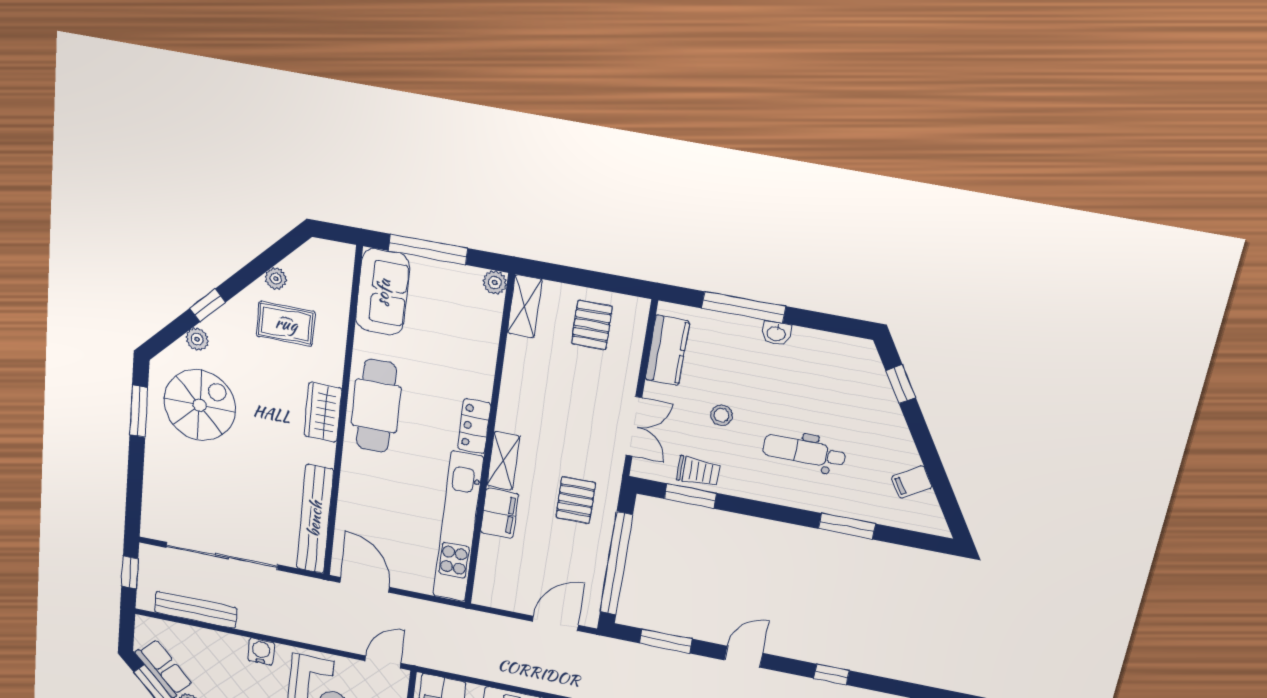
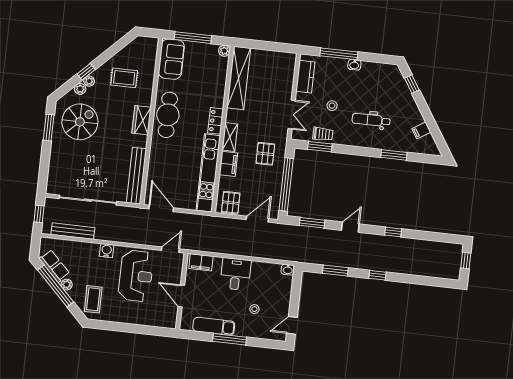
plant: (276, 279) -> (89, 81), moved
shelving: (525, 306) -> (239, 78), width x2.20, depth x1.33
pallet: (592, 325) -> (231, 203), moved

